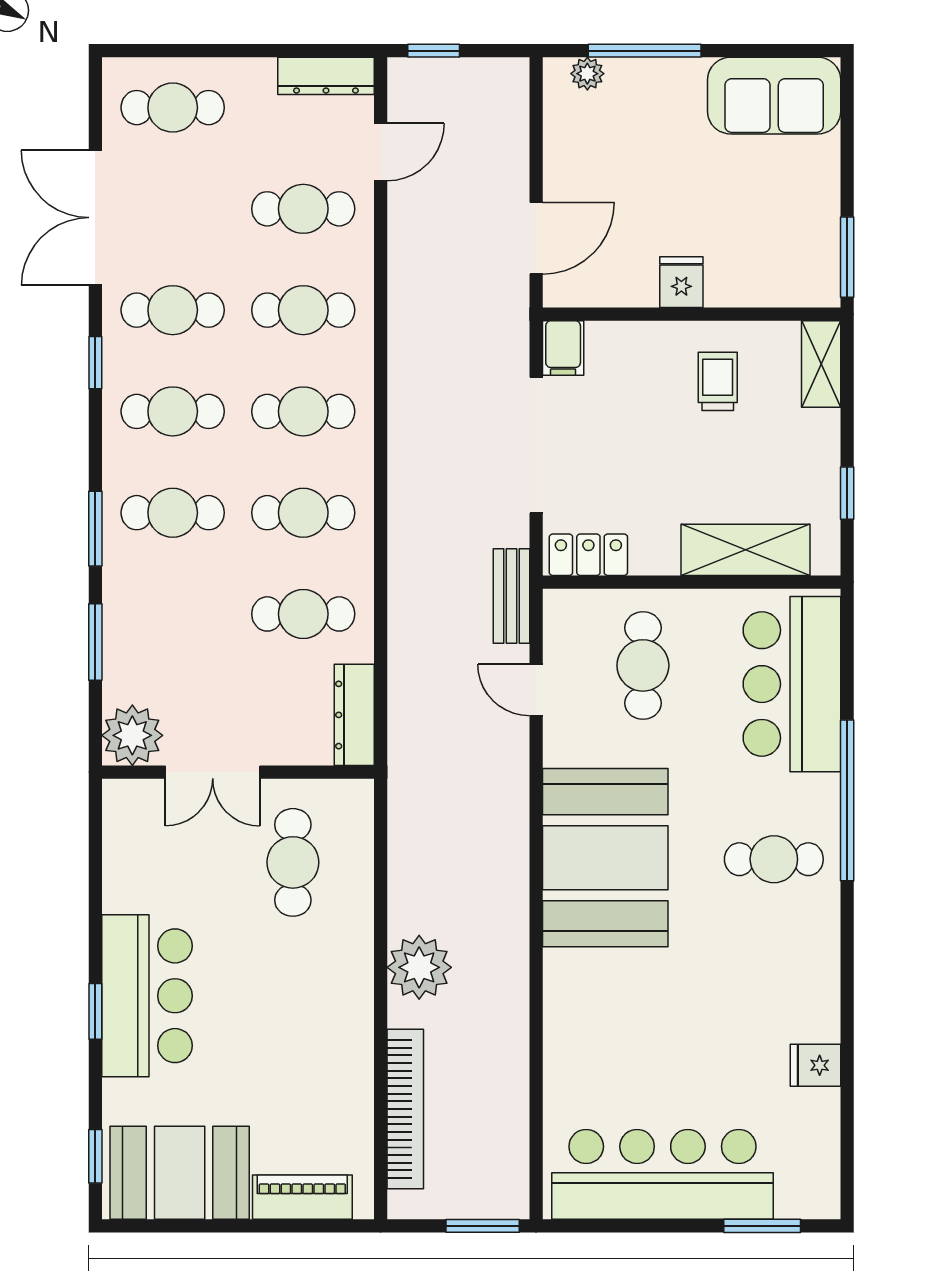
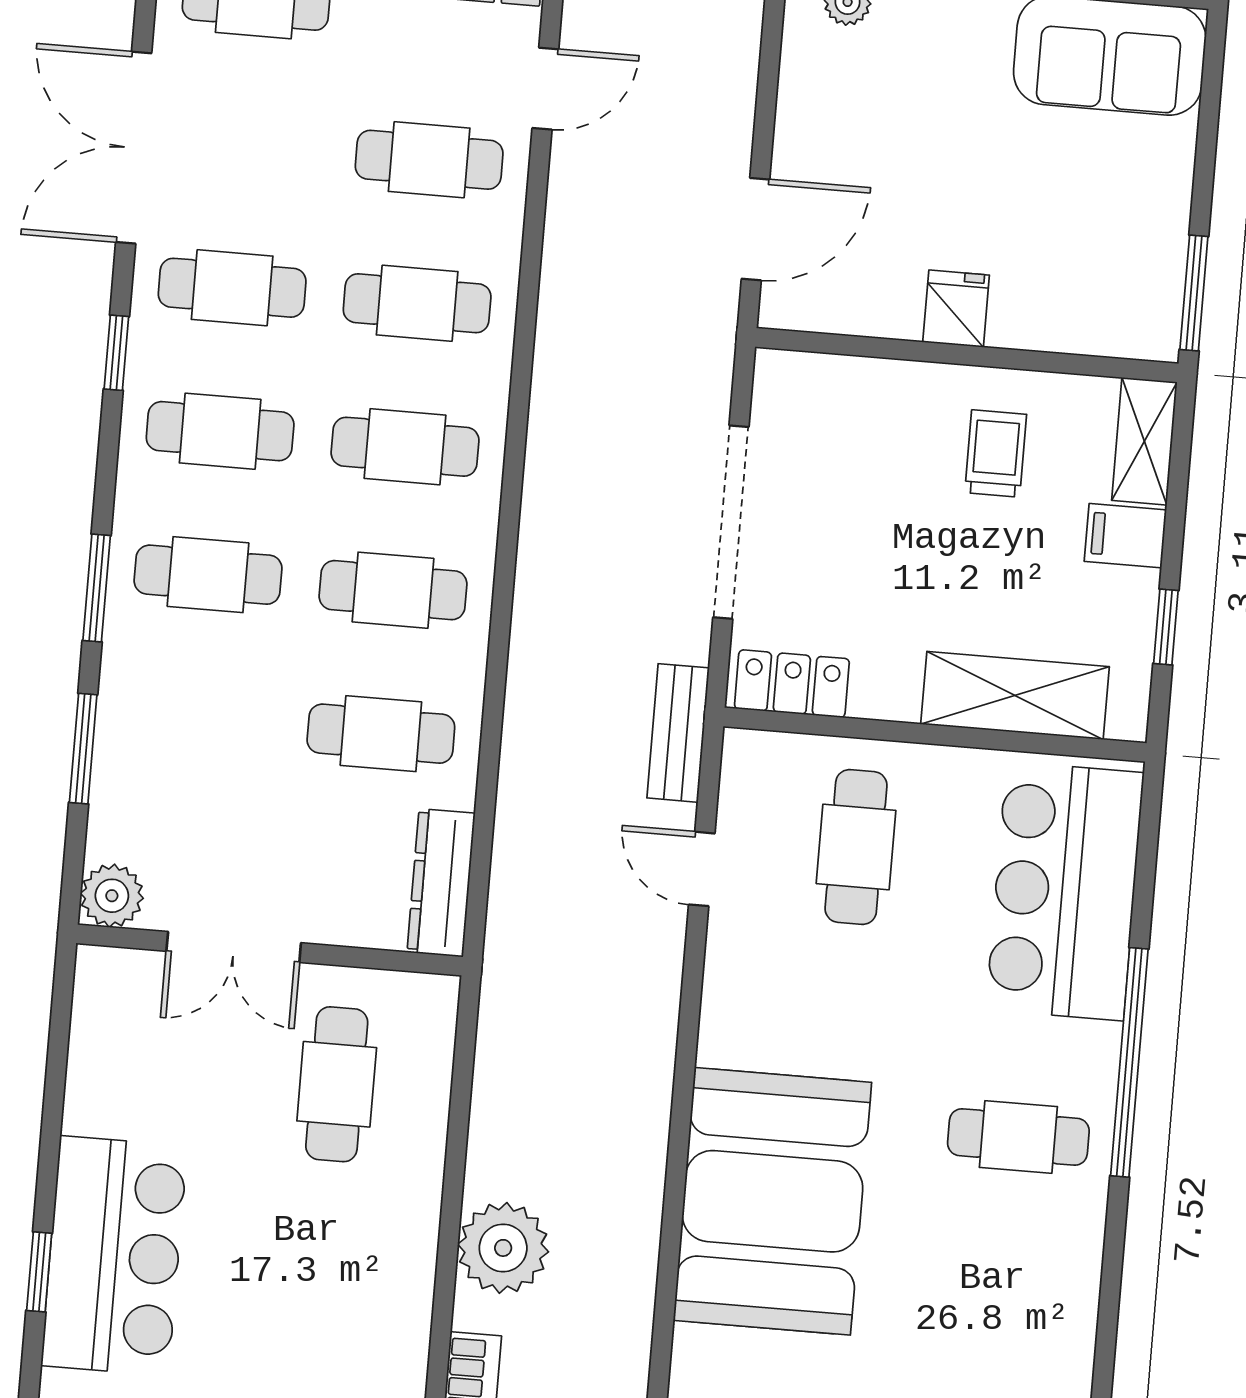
filing cabinet: (563, 348) -> (1125, 536), moved, turned 90
plant: (132, 735) -> (112, 896), width x0.73, depth x0.73
booth: (605, 858) -> (772, 1201), moved

